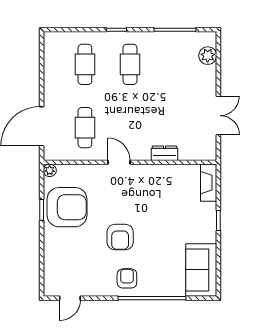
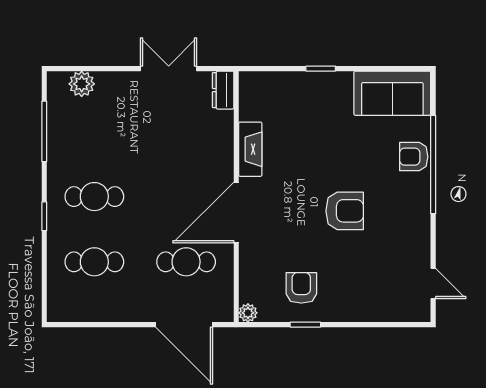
dresser: (164, 153) -> (223, 90), moved
door: (119, 162) -> (236, 212), width x1.87
fireplace: (209, 183) -> (250, 149), moved, turned -90
armchair: (67, 207) -> (301, 288), width x0.53, depth x0.53
armchair: (127, 278) -> (414, 157), moved

